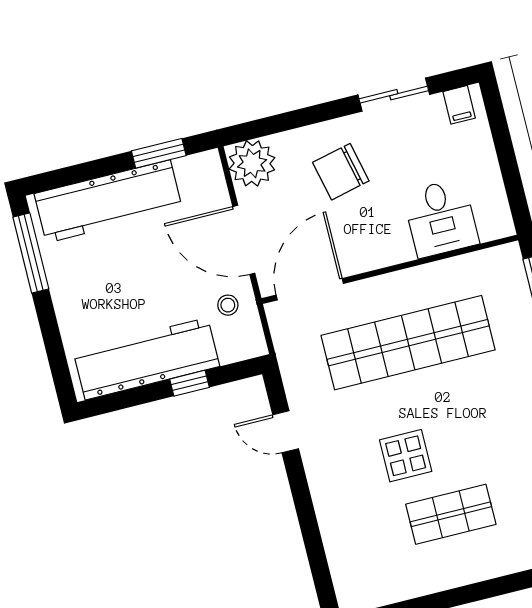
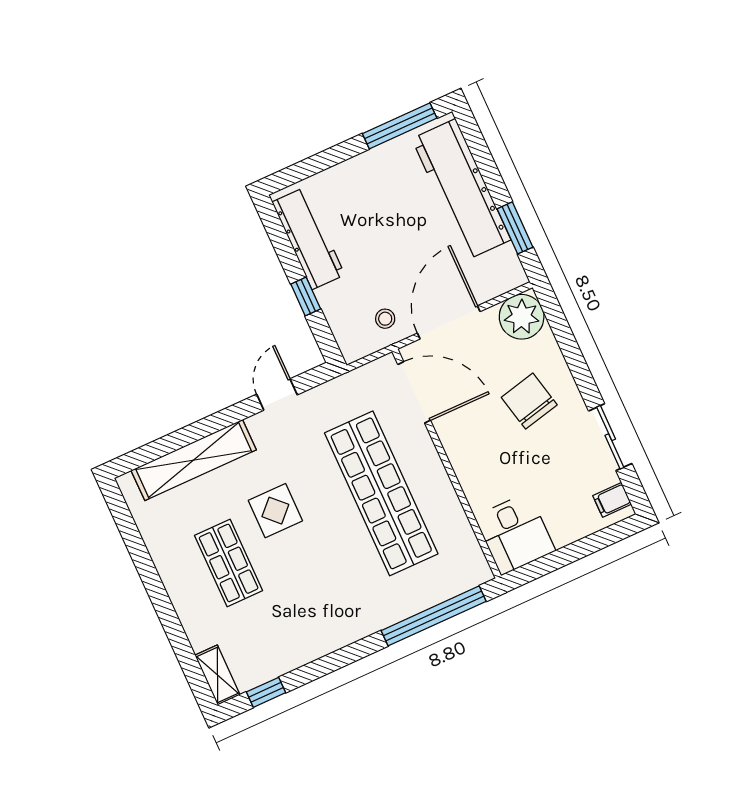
desk: (441, 218) -> (515, 534), moved, turned -90
workbench: (146, 359) -> (308, 238), width x0.73, depth x0.76
shelving: (338, 531) -> (194, 460), added

